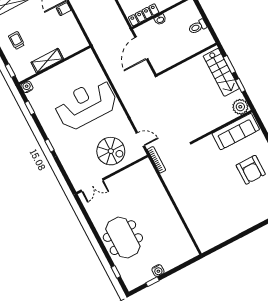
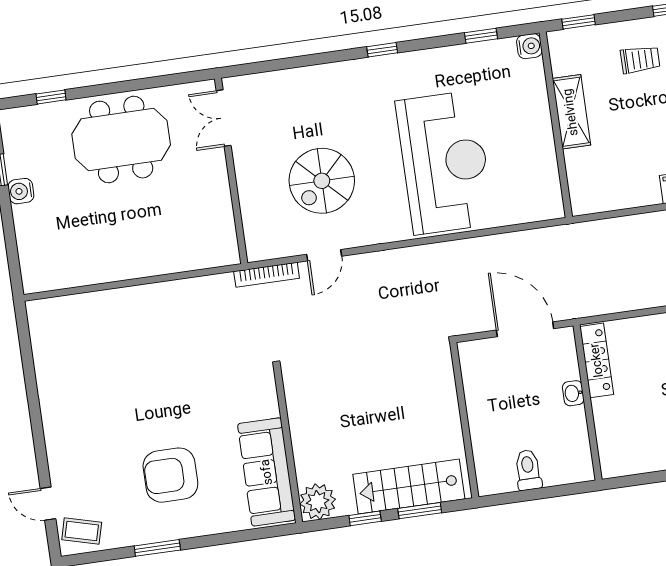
wall: (112, 174) -> (231, 171), moved
double door: (92, 185) -> (224, 118), moved

